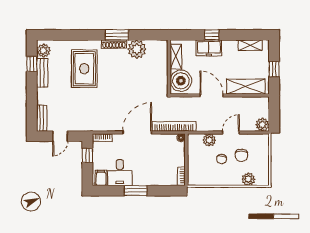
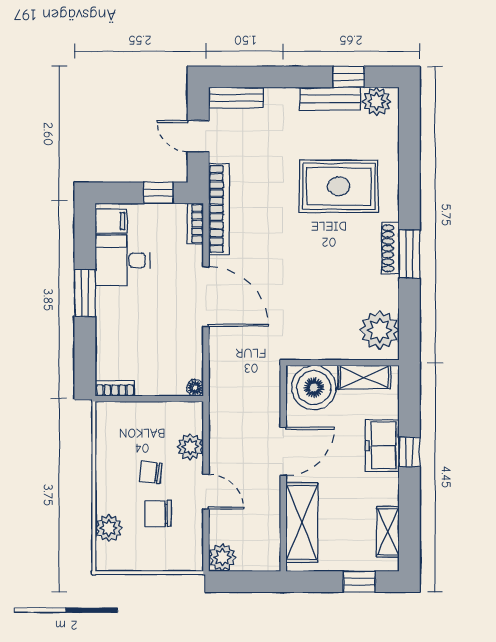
plant: (137, 49) -> (380, 330), moved
window: (274, 69) -> (359, 582), moved
bookcase: (174, 126) -> (219, 209), moved

